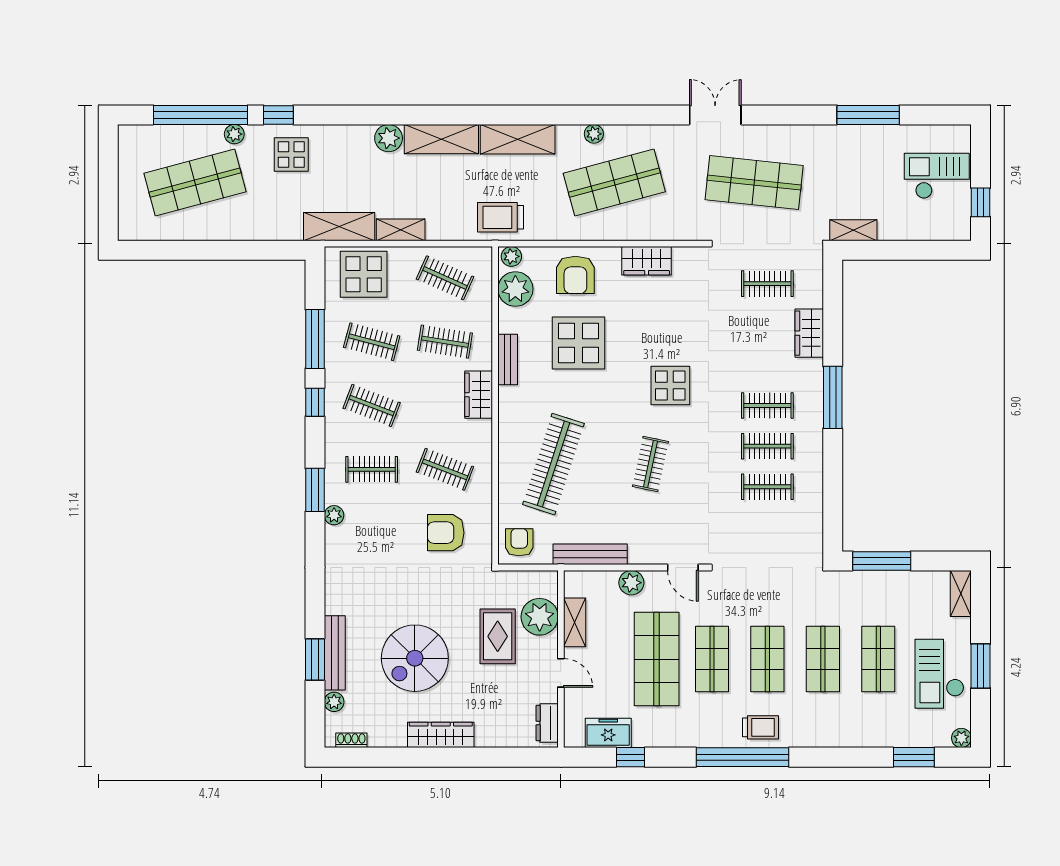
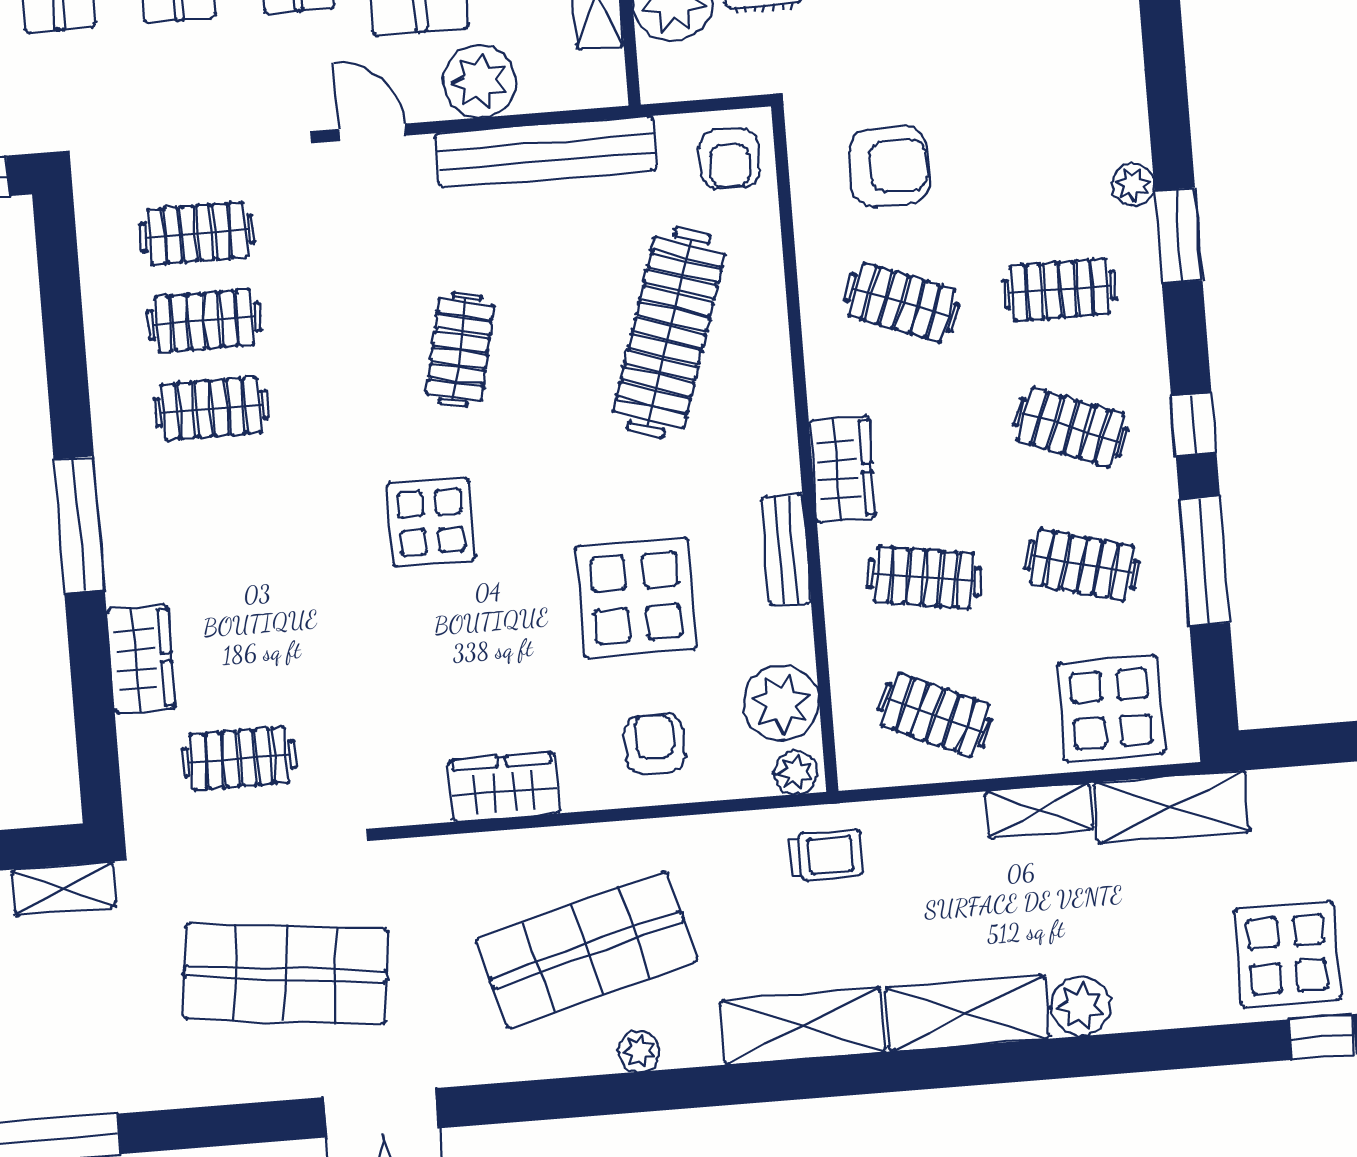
display table: (291, 154) -> (1287, 954), width x1.36, depth x1.36
trolley: (501, 217) -> (826, 855), width x0.73, depth x0.72
armchair: (575, 275) -> (654, 744), width x0.72, depth x0.72
clothes rail: (767, 406) -> (197, 233), moved
bench: (590, 554) -> (546, 152), width x1.37, depth x1.21
plant: (631, 583) -> (480, 81), width x1.36, depth x1.36

